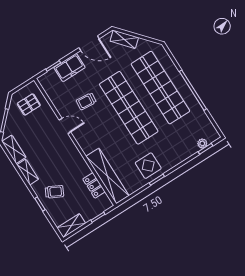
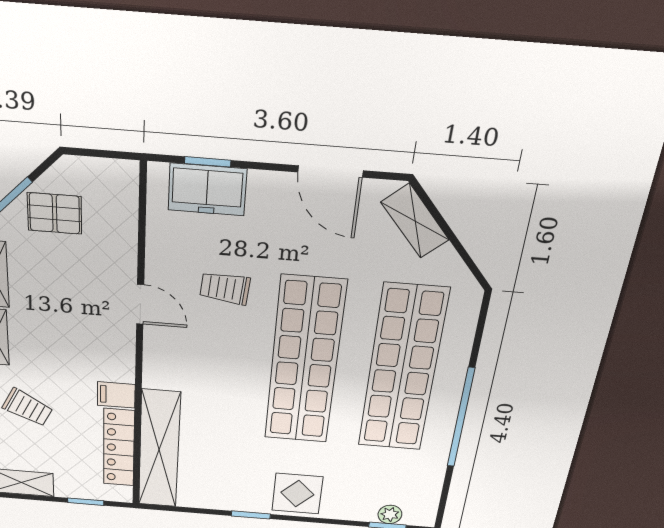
freezer: (69, 68) -> (207, 190), moved
pallet: (29, 104) -> (55, 213), moved
filing cabinet: (79, 165) -> (116, 395), added
display table: (148, 166) -> (297, 494), moved
locker: (94, 185) -> (119, 448), width x1.53

